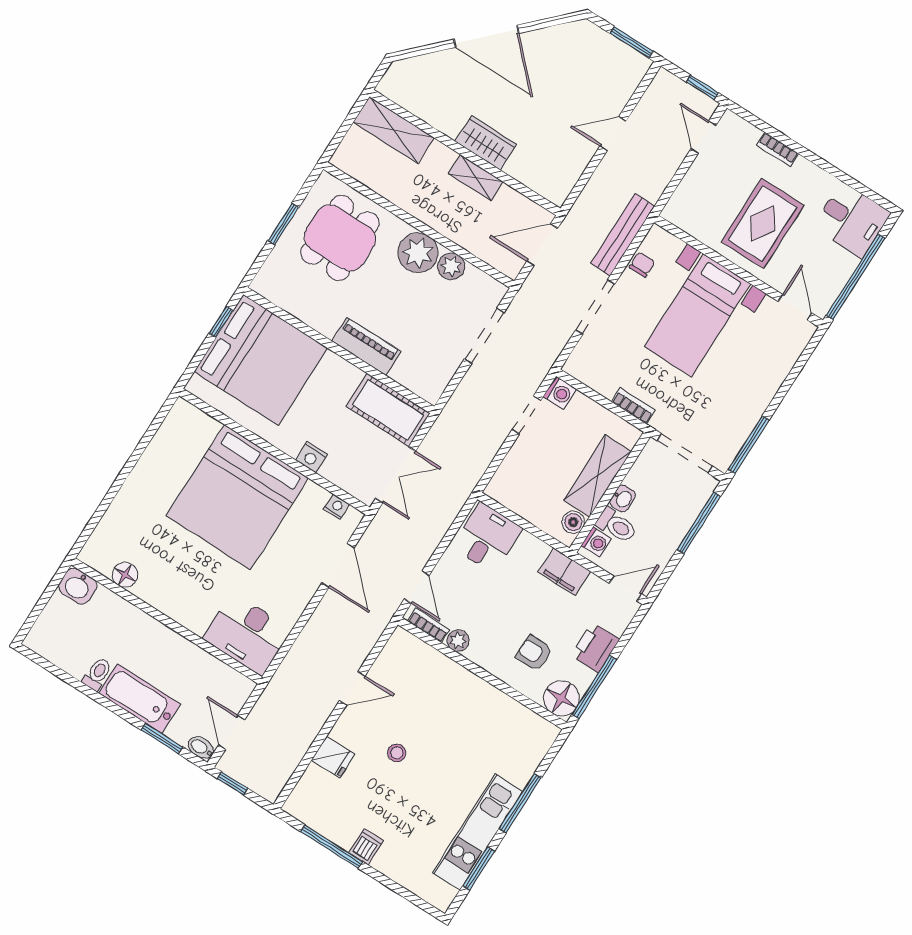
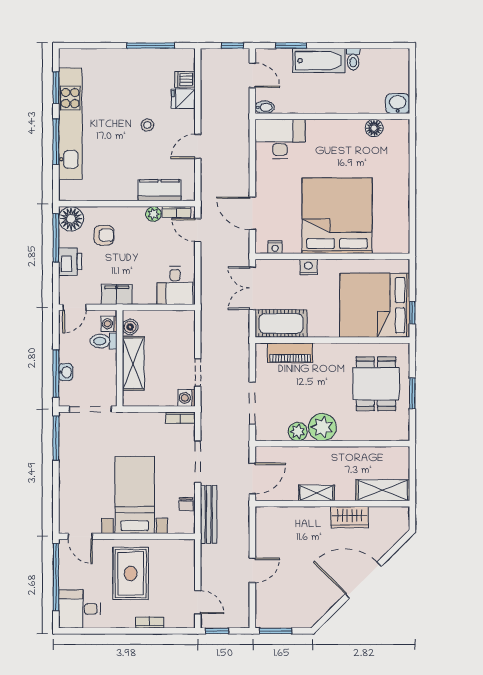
wardrobe: (486, 143) -> (349, 517), moved
dining table: (340, 238) -> (376, 384), moved
piano: (366, 346) -> (290, 353), moved
bookcase: (633, 406) -> (180, 418), moved
washbasin: (623, 499) -> (66, 372), moved, turned 180
kitchen counter: (432, 665) -> (160, 190), added
bidet: (201, 748) -> (265, 107), moved
kitchen unit: (478, 832) -> (70, 124), width x1.36
dishwasher: (366, 847) -> (185, 79), moved, turned 90

